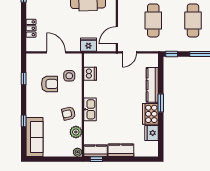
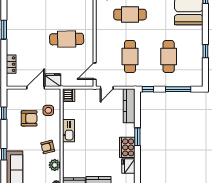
fridge: (88, 45) -> (53, 80), moved
door: (56, 52) -> (36, 88), hinge flipped
dishwasher: (90, 74) -> (69, 95), moved
kitchen counter: (152, 85) -> (129, 106), moved
kitchen sink: (90, 109) -> (69, 131), moved

